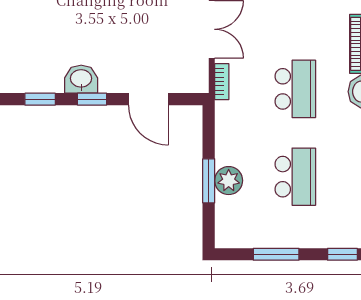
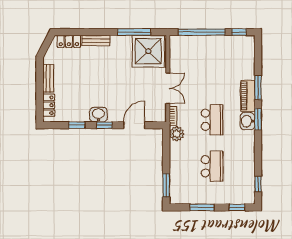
door: (148, 99) -> (134, 125), swing flipped
window: (209, 181) -> (166, 185), moved
plant: (229, 181) -> (177, 134), moved

